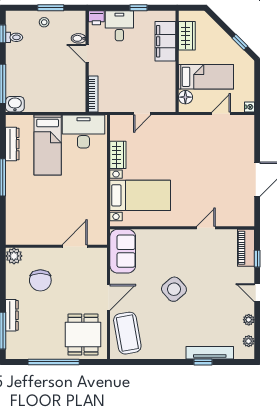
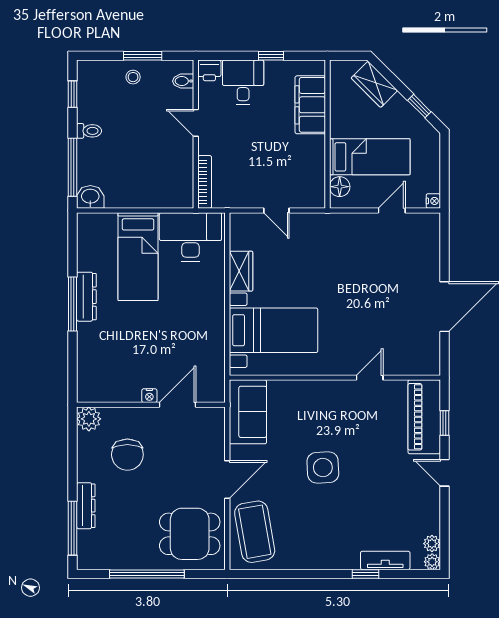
wardrobe: (187, 36) -> (374, 84), moved, turned 135
toilet: (14, 37) -> (89, 131), moved
bidet: (78, 38) -> (183, 81), moved
door: (142, 113) -> (276, 210), hinge flipped
dresser: (12, 144) -> (86, 297), moved
nightstand: (55, 240) -> (149, 396), added
piano: (246, 248) -> (424, 417), width x1.37, depth x1.33
side table: (174, 289) -> (323, 467), turned 38
plant: (249, 320) -> (432, 562), moved
dining table: (83, 335) -> (190, 534), turned 90
tv unit: (210, 353) -> (385, 560), width x0.71

